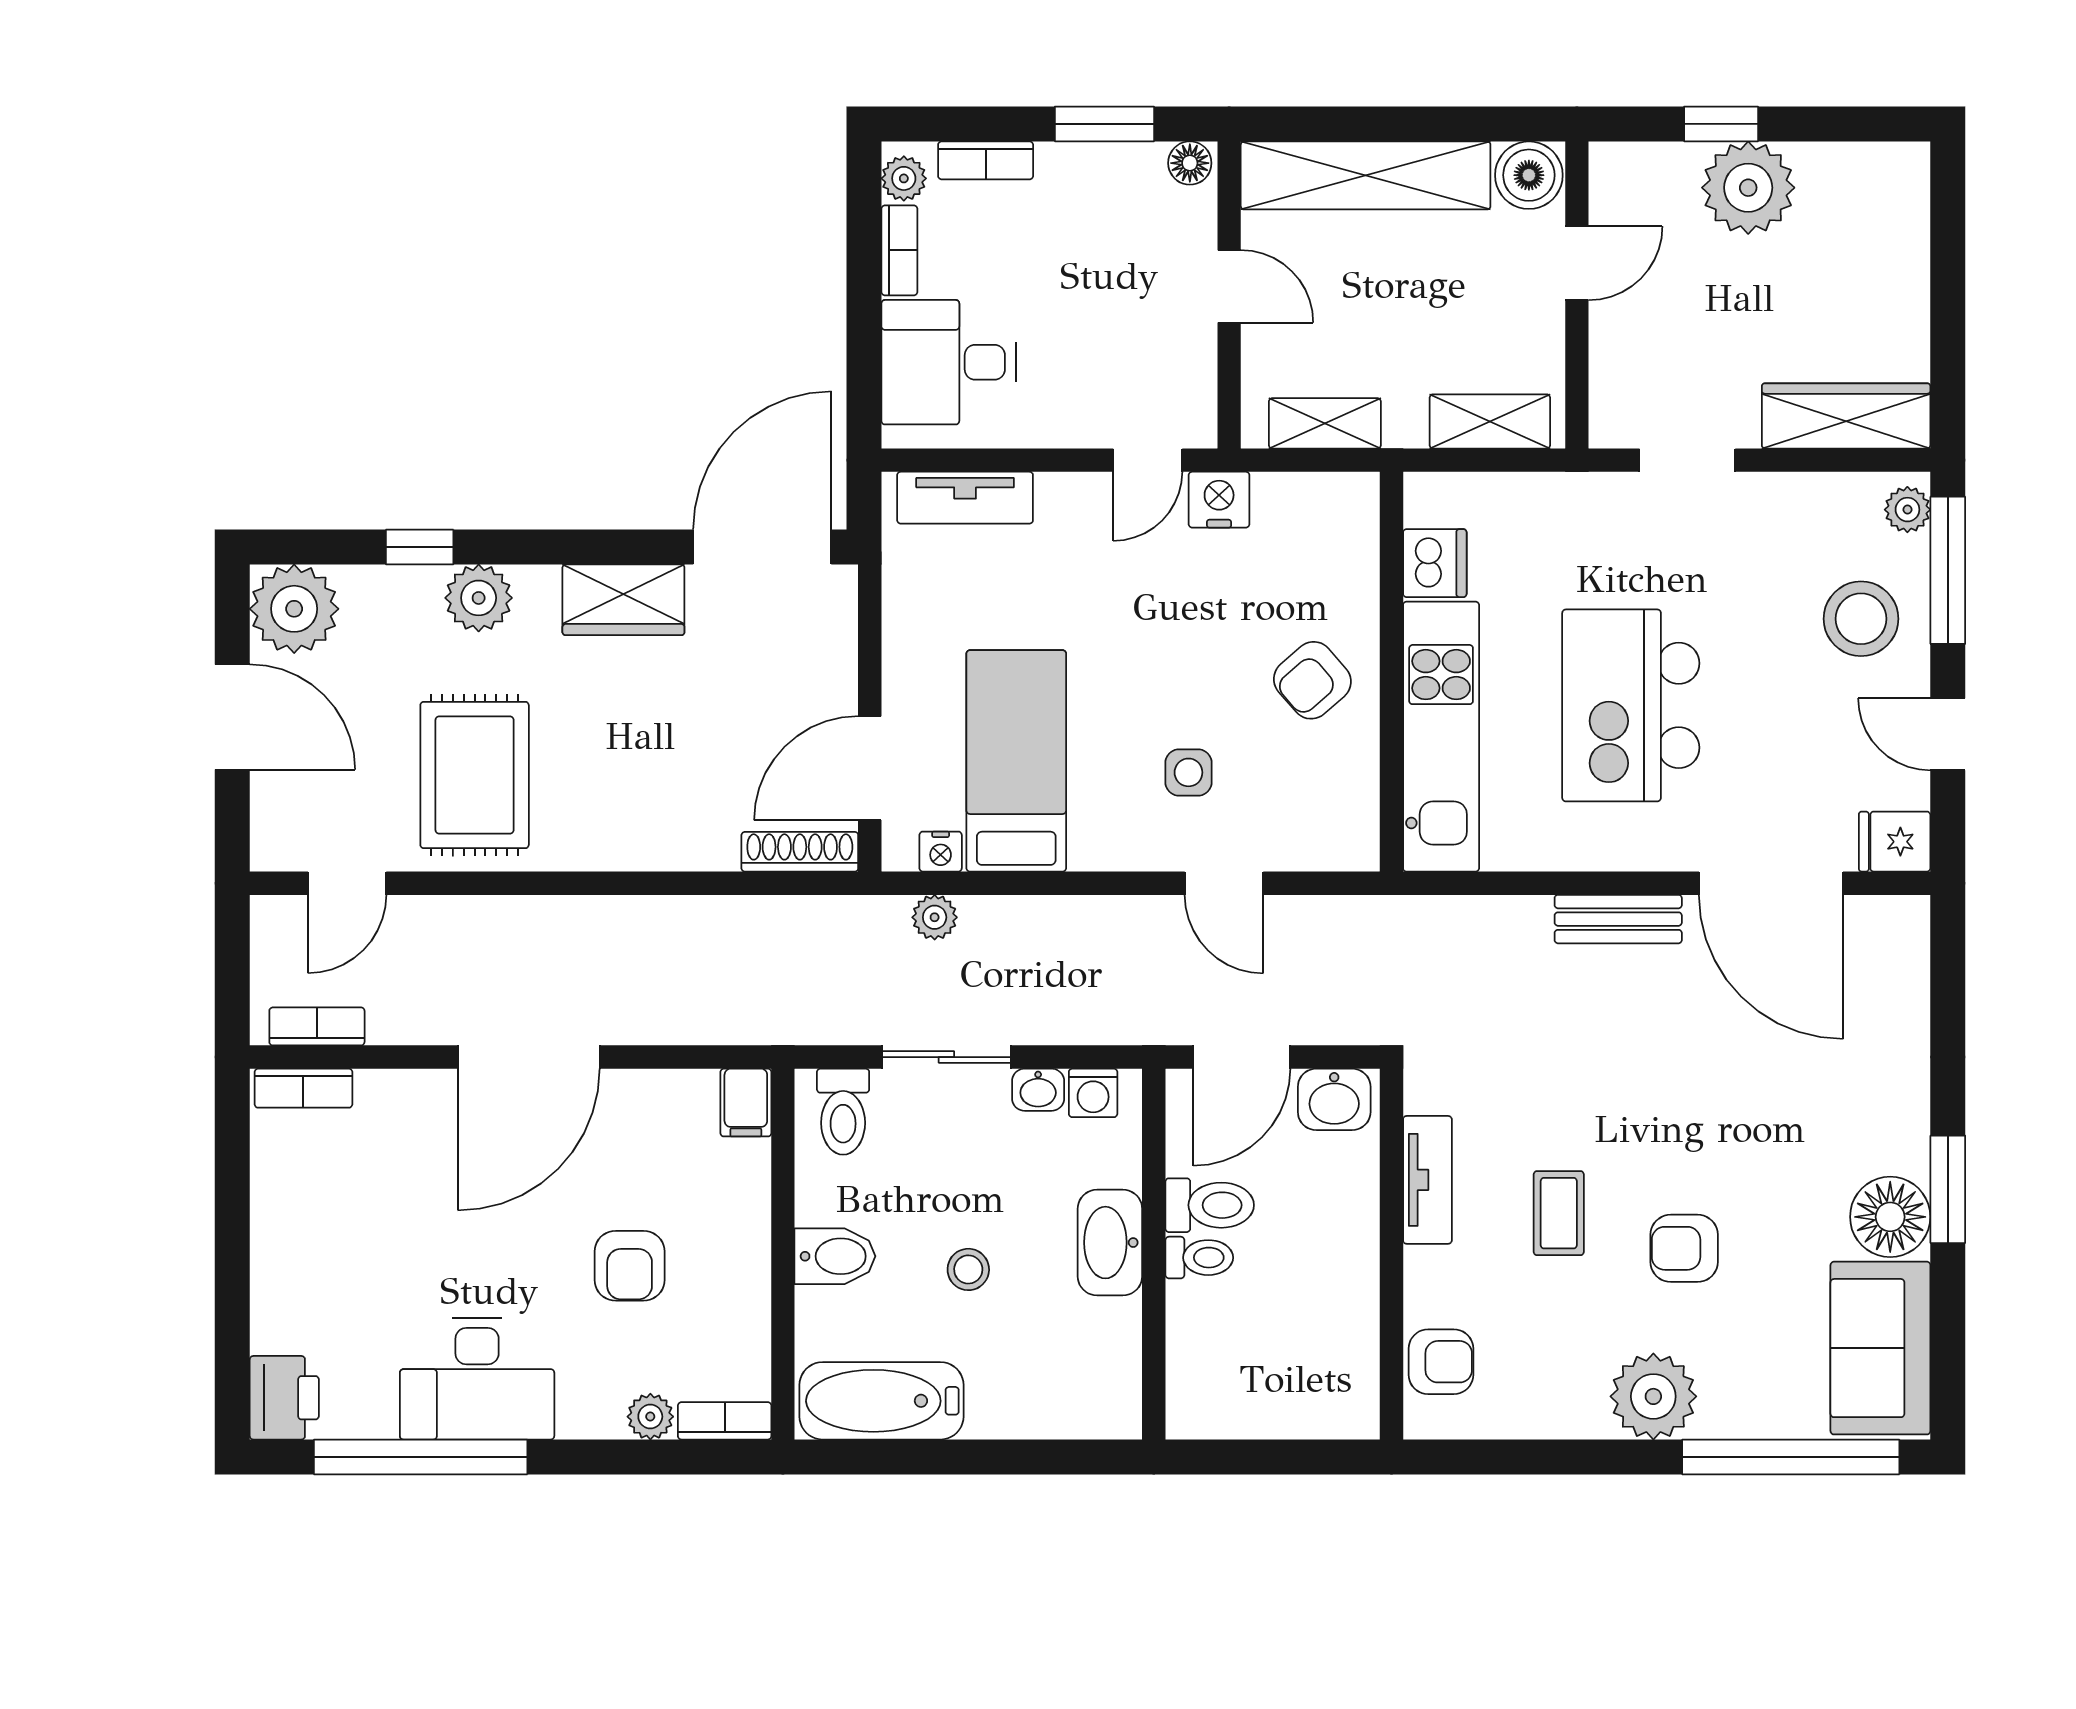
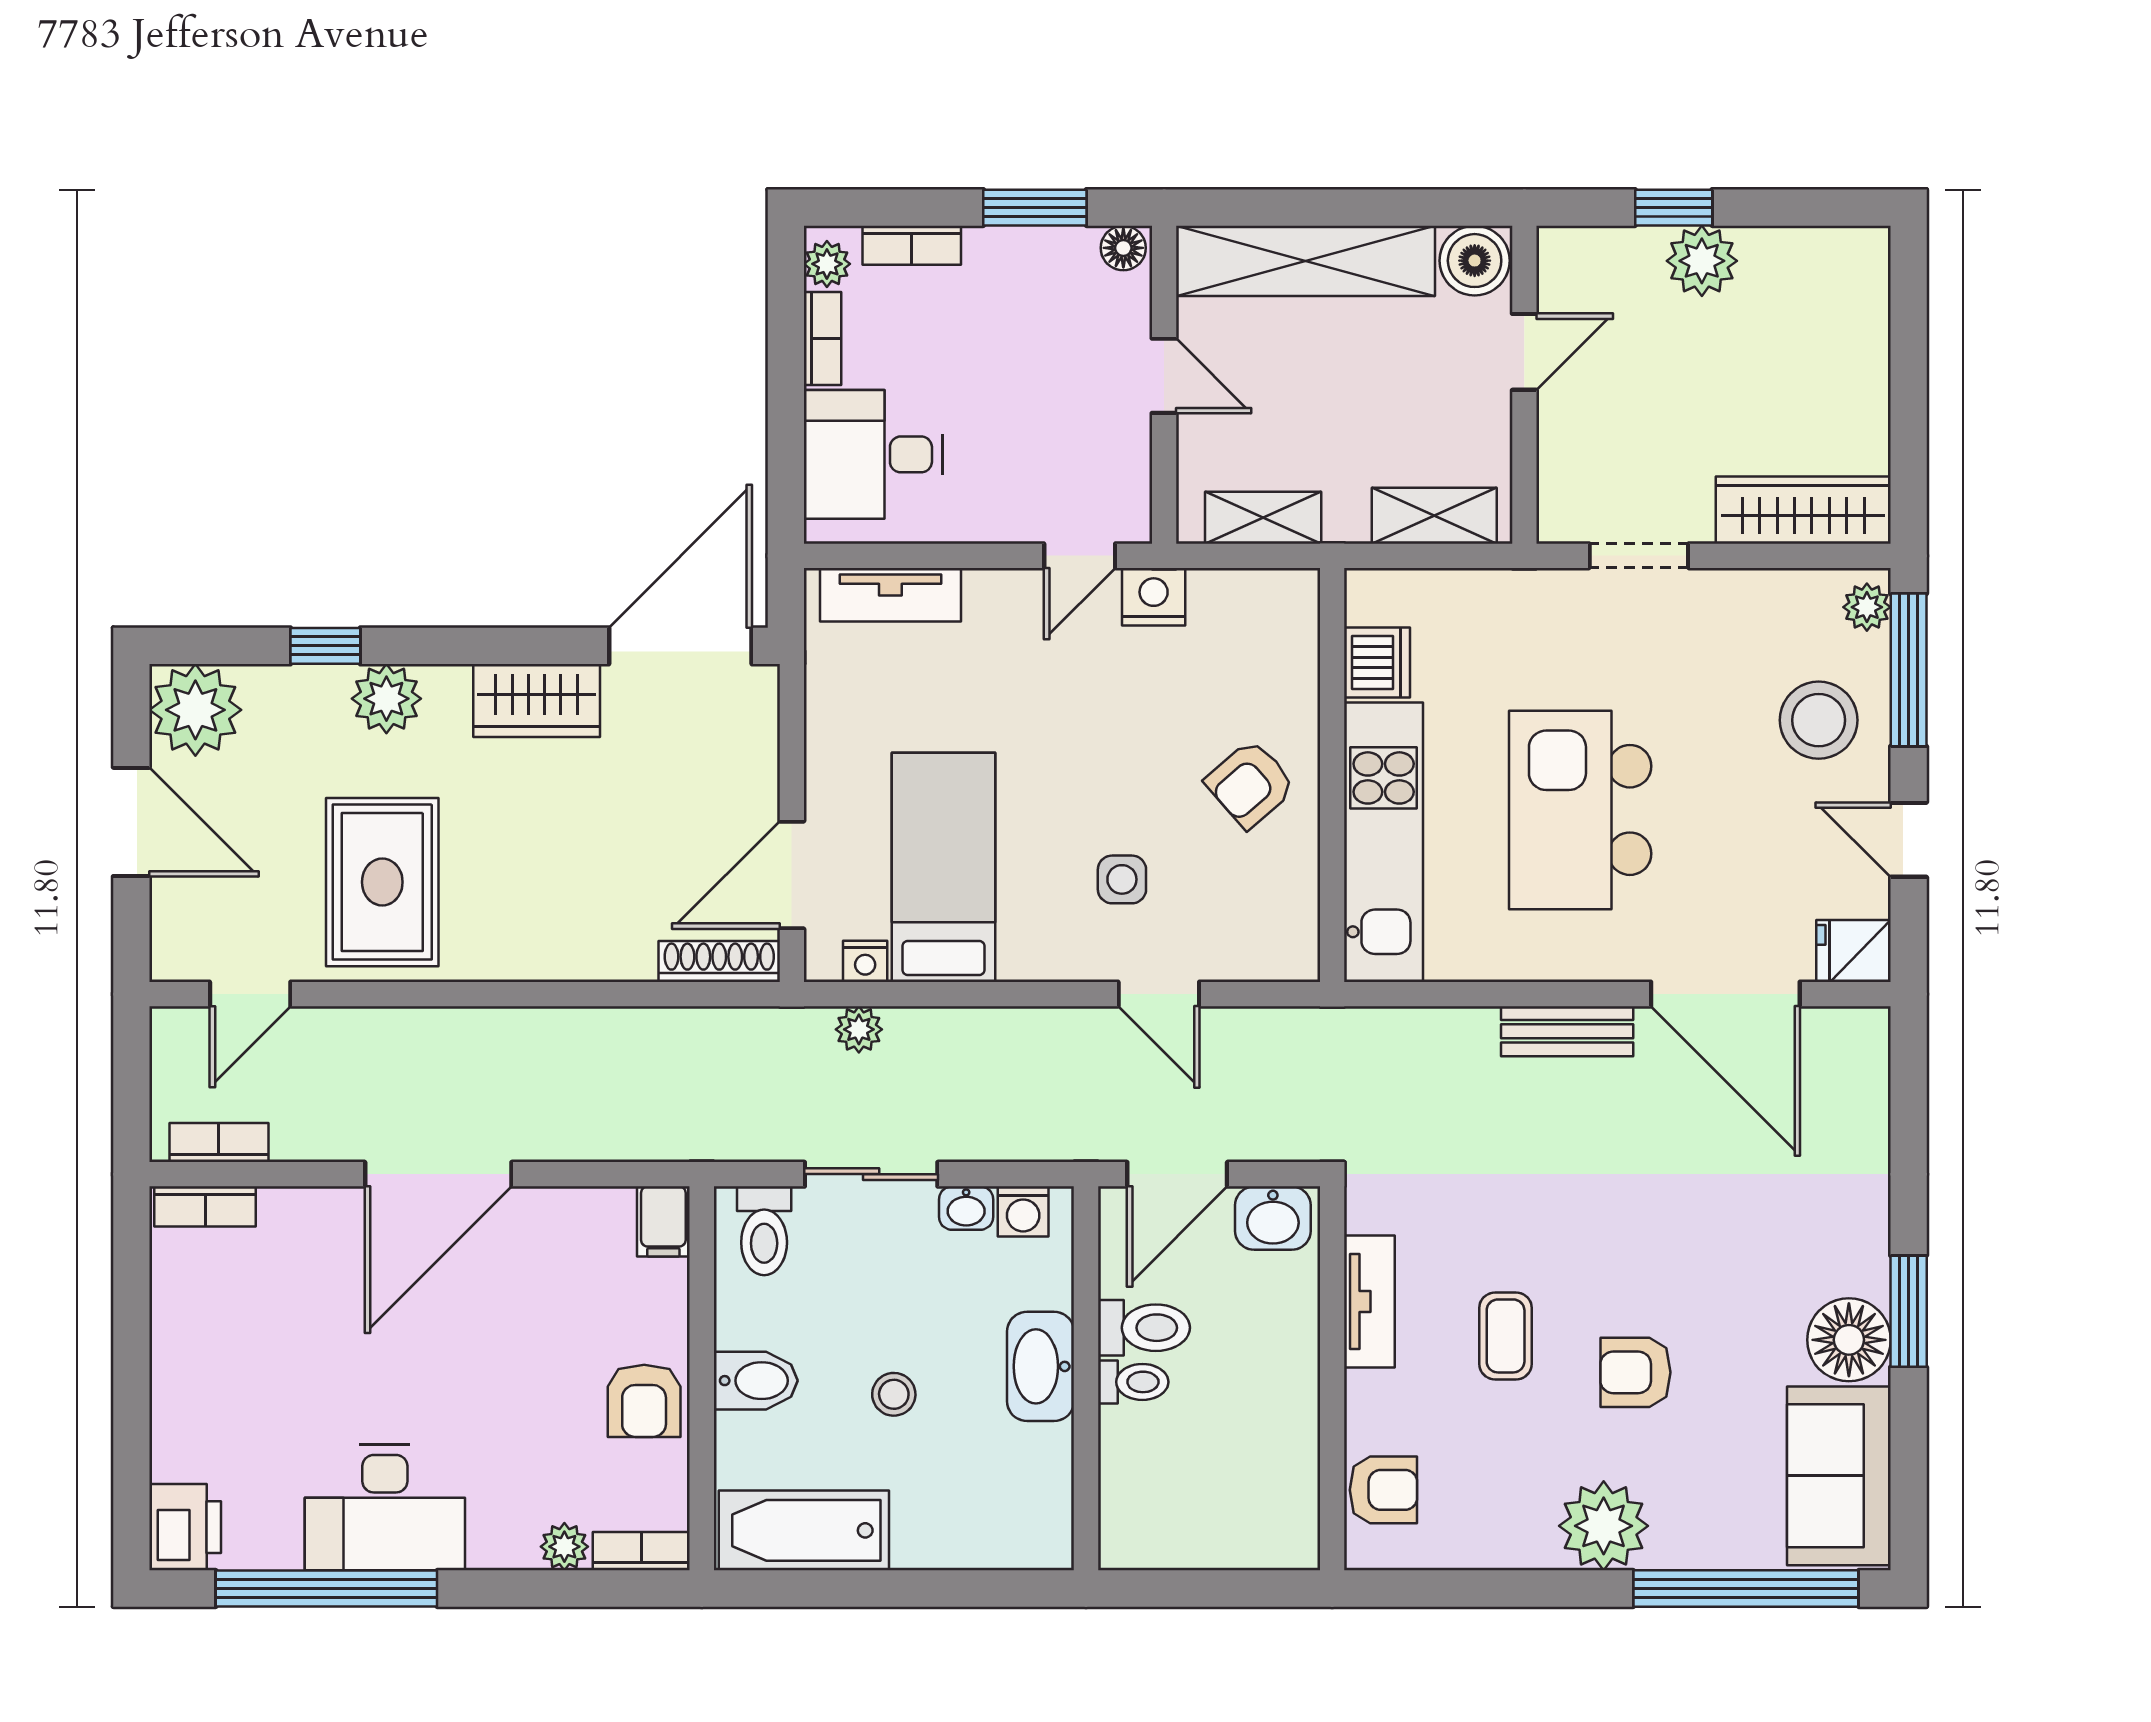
plant: (1748, 188) -> (1702, 261), width x0.73, depth x0.73
armchair: (630, 1266) -> (644, 1401), moved

